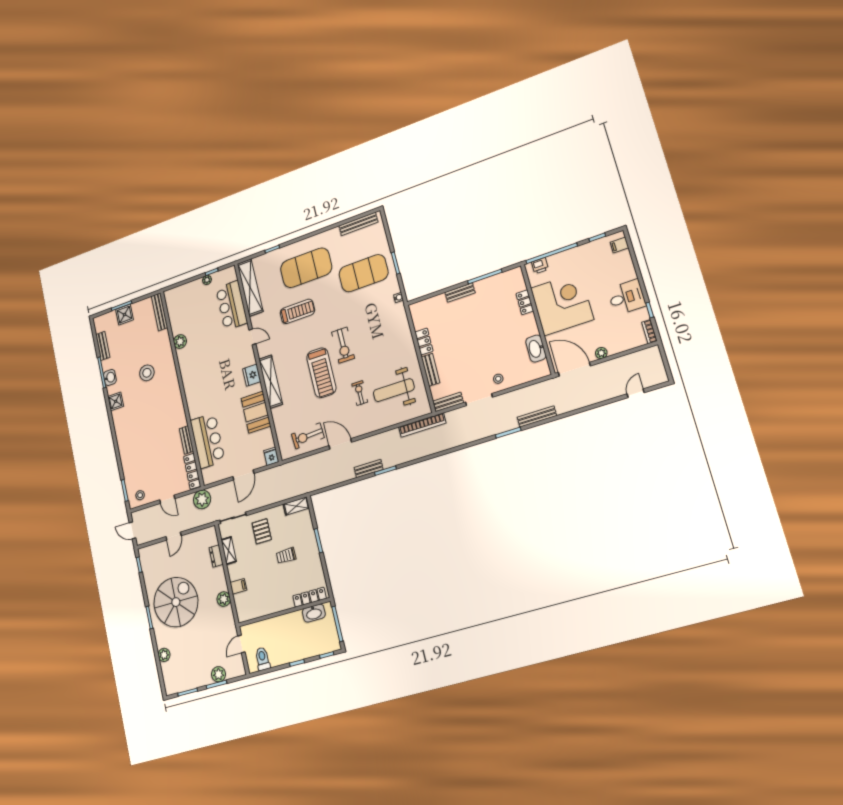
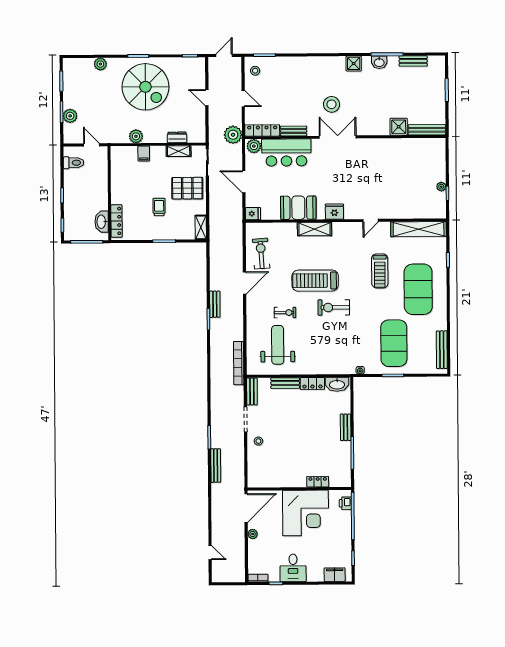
filing cabinet: (620, 245) -> (335, 575), width x2.00
bar counter: (232, 305) -> (408, 206), removed
shower: (125, 315) -> (399, 127), moved
plant: (180, 342) -> (254, 146), moved
washbasin: (536, 349) -> (337, 384), moved, turned 180
stool: (147, 373) -> (332, 104), moved
shelving: (271, 382) -> (314, 229), width x0.68
double door: (183, 395) -> (338, 137), added
door: (167, 499) -> (243, 99), swing flipped
pallet: (262, 531) -> (187, 188), width x1.50, depth x1.42

